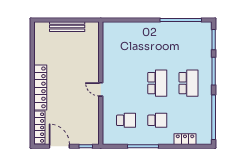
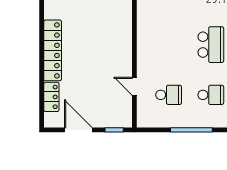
door: (101, 89) -> (134, 86), moved
locker: (39, 128) -> (51, 97), width x0.66

